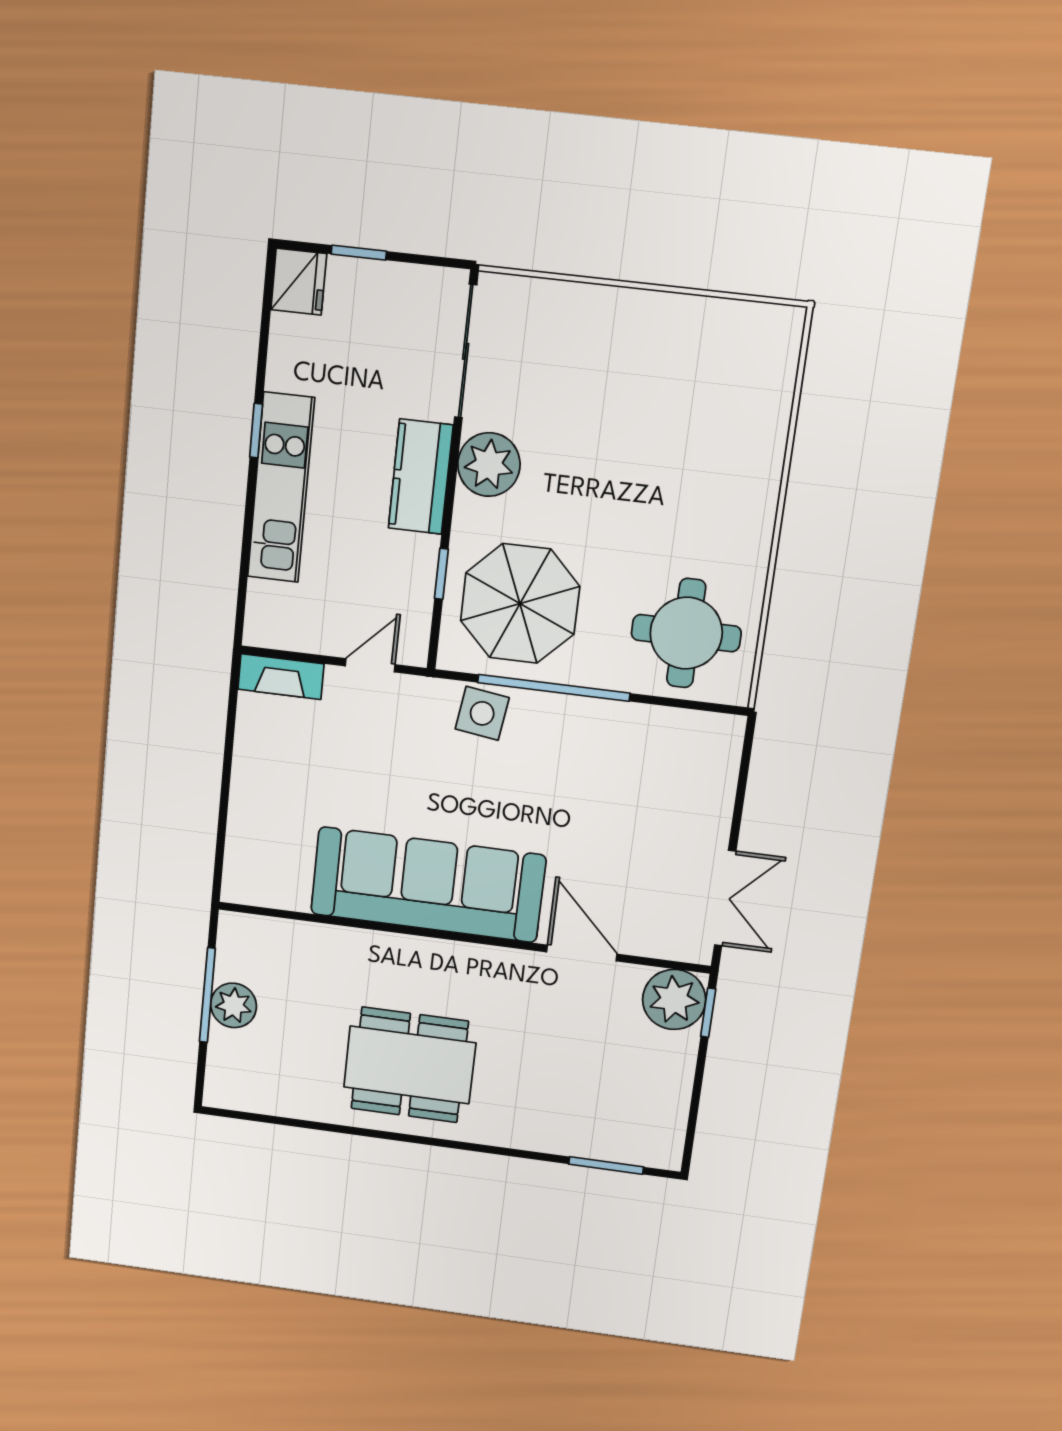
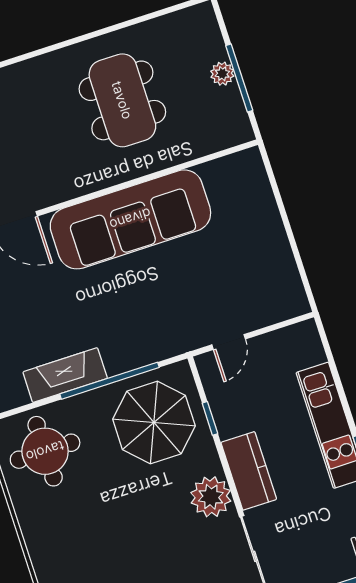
fireplace: (281, 677) -> (65, 375), moved, width x1.37, depth x1.32
side table: (482, 713) -> (146, 344), removed
plant: (234, 1005) -> (222, 74), width x0.73, depth x0.73
dining table: (410, 1065) -> (122, 100), moved, turned 90

